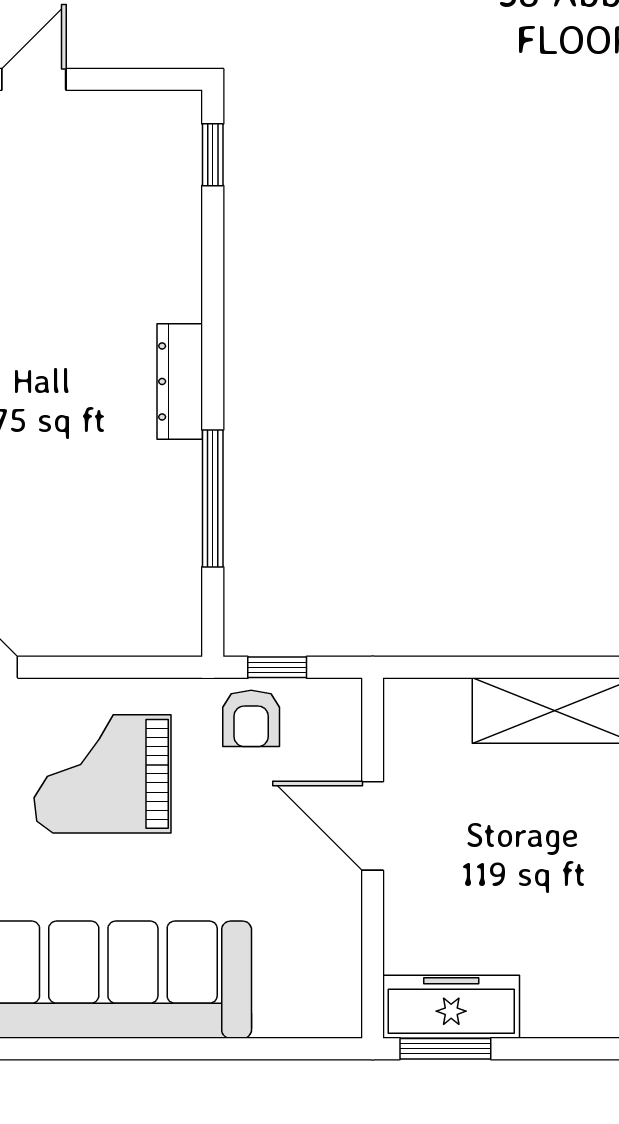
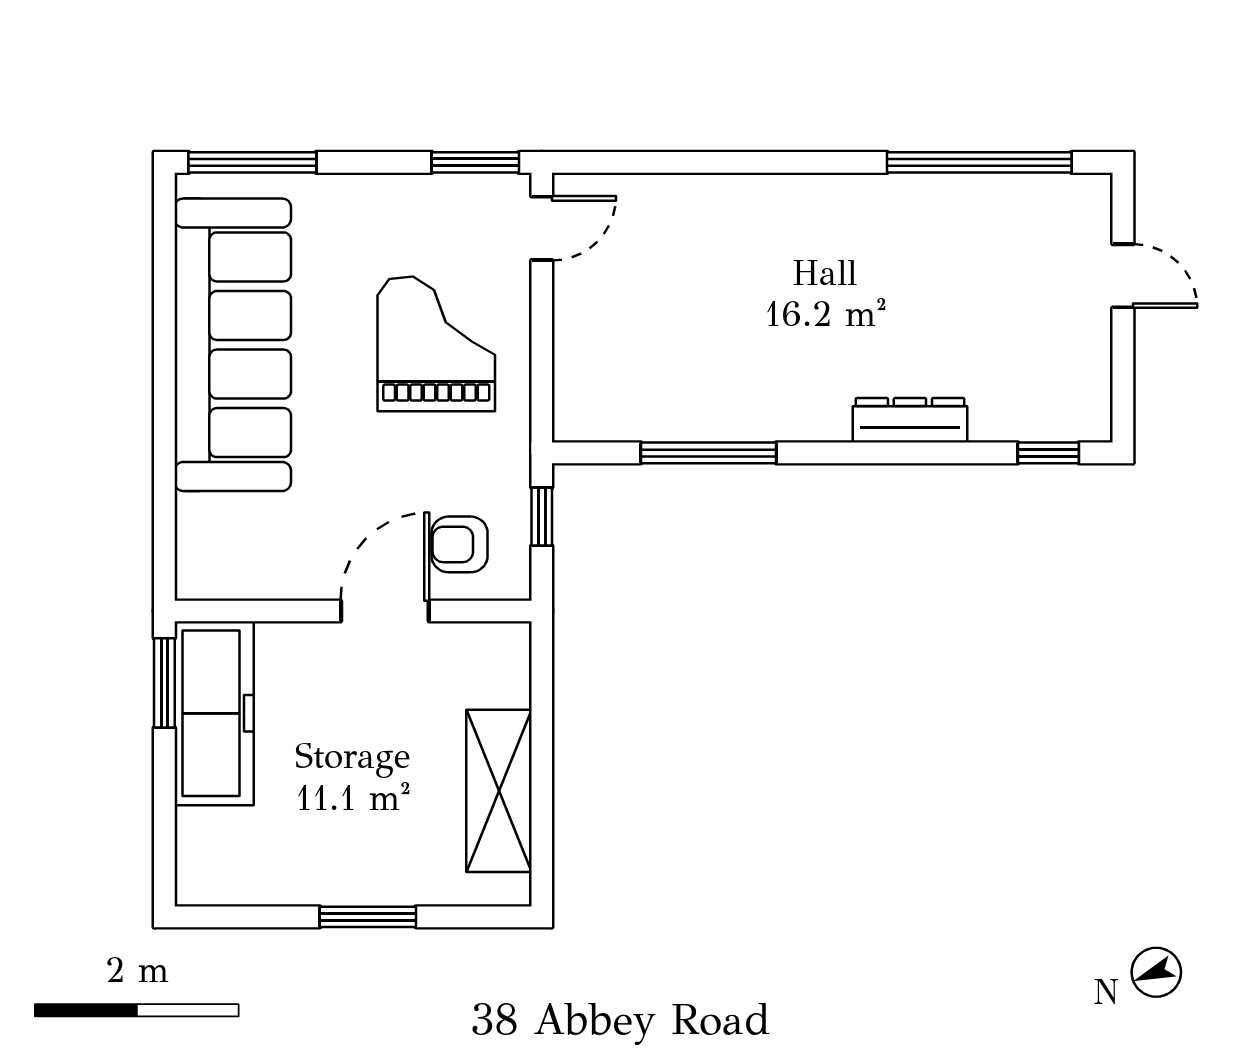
dresser: (180, 381) -> (910, 420), moved
armchair: (251, 718) -> (460, 544), moved
freezer: (451, 1007) -> (214, 713), width x1.36, depth x1.26

